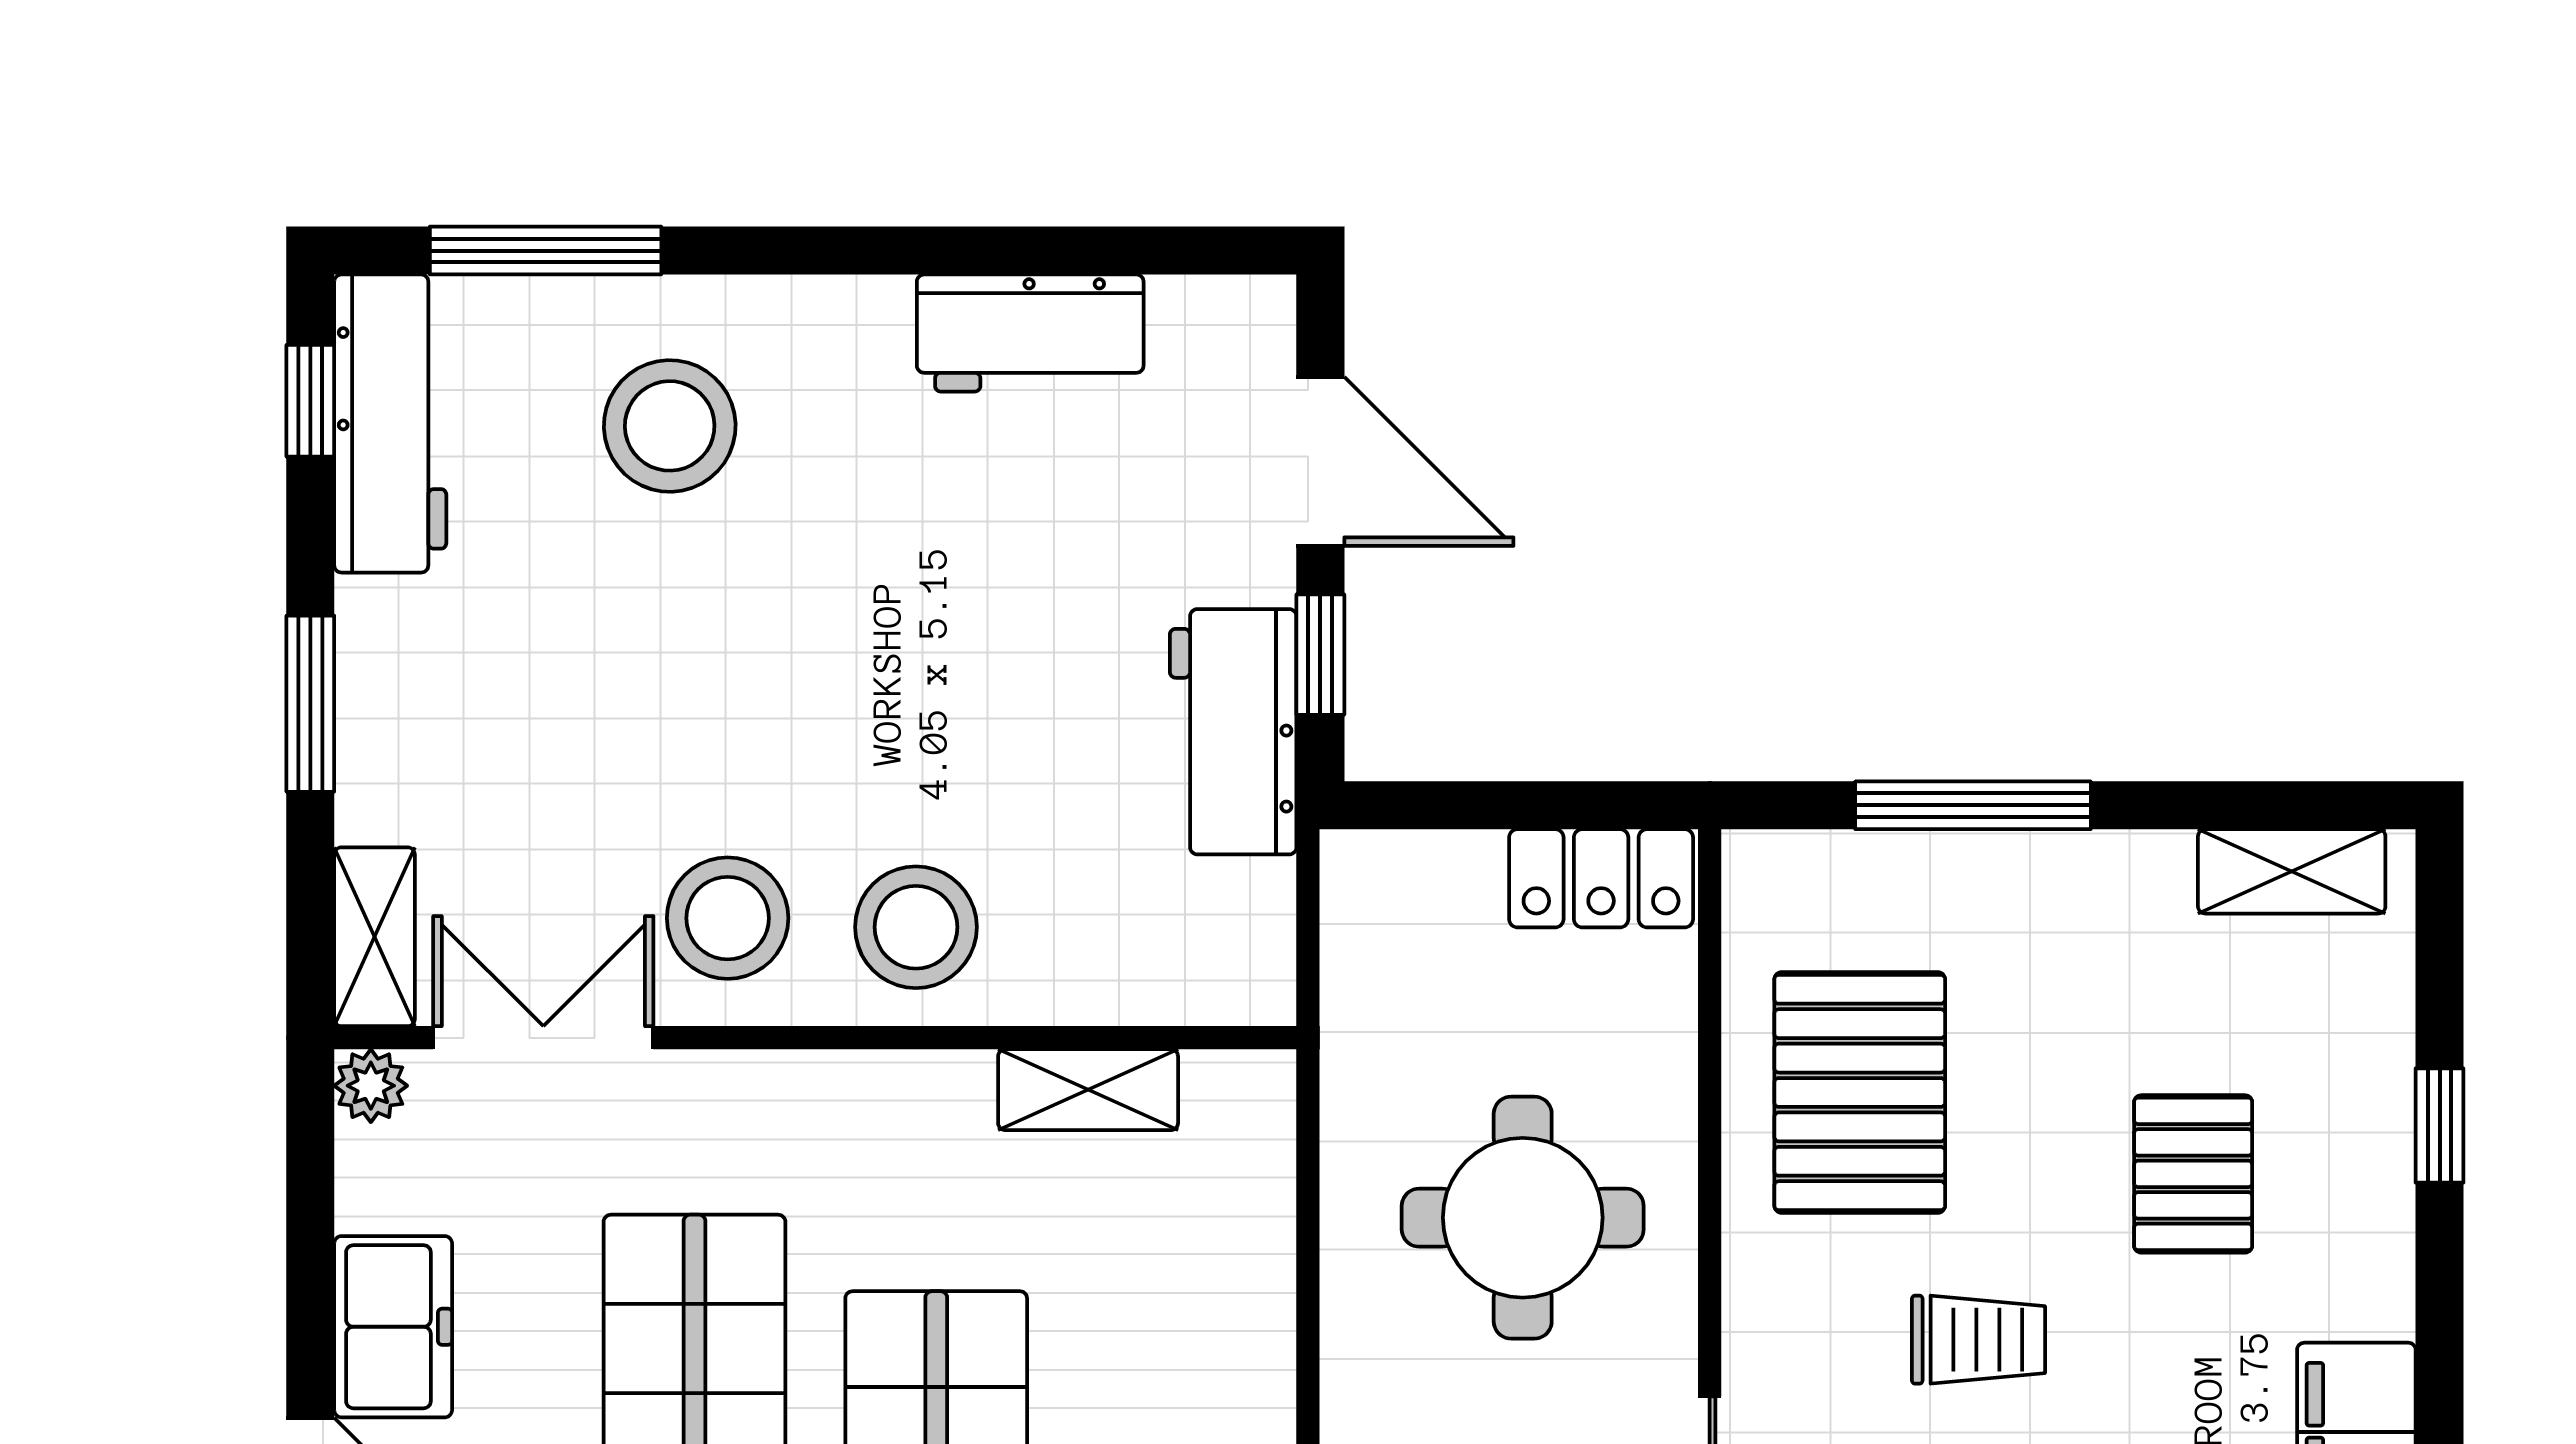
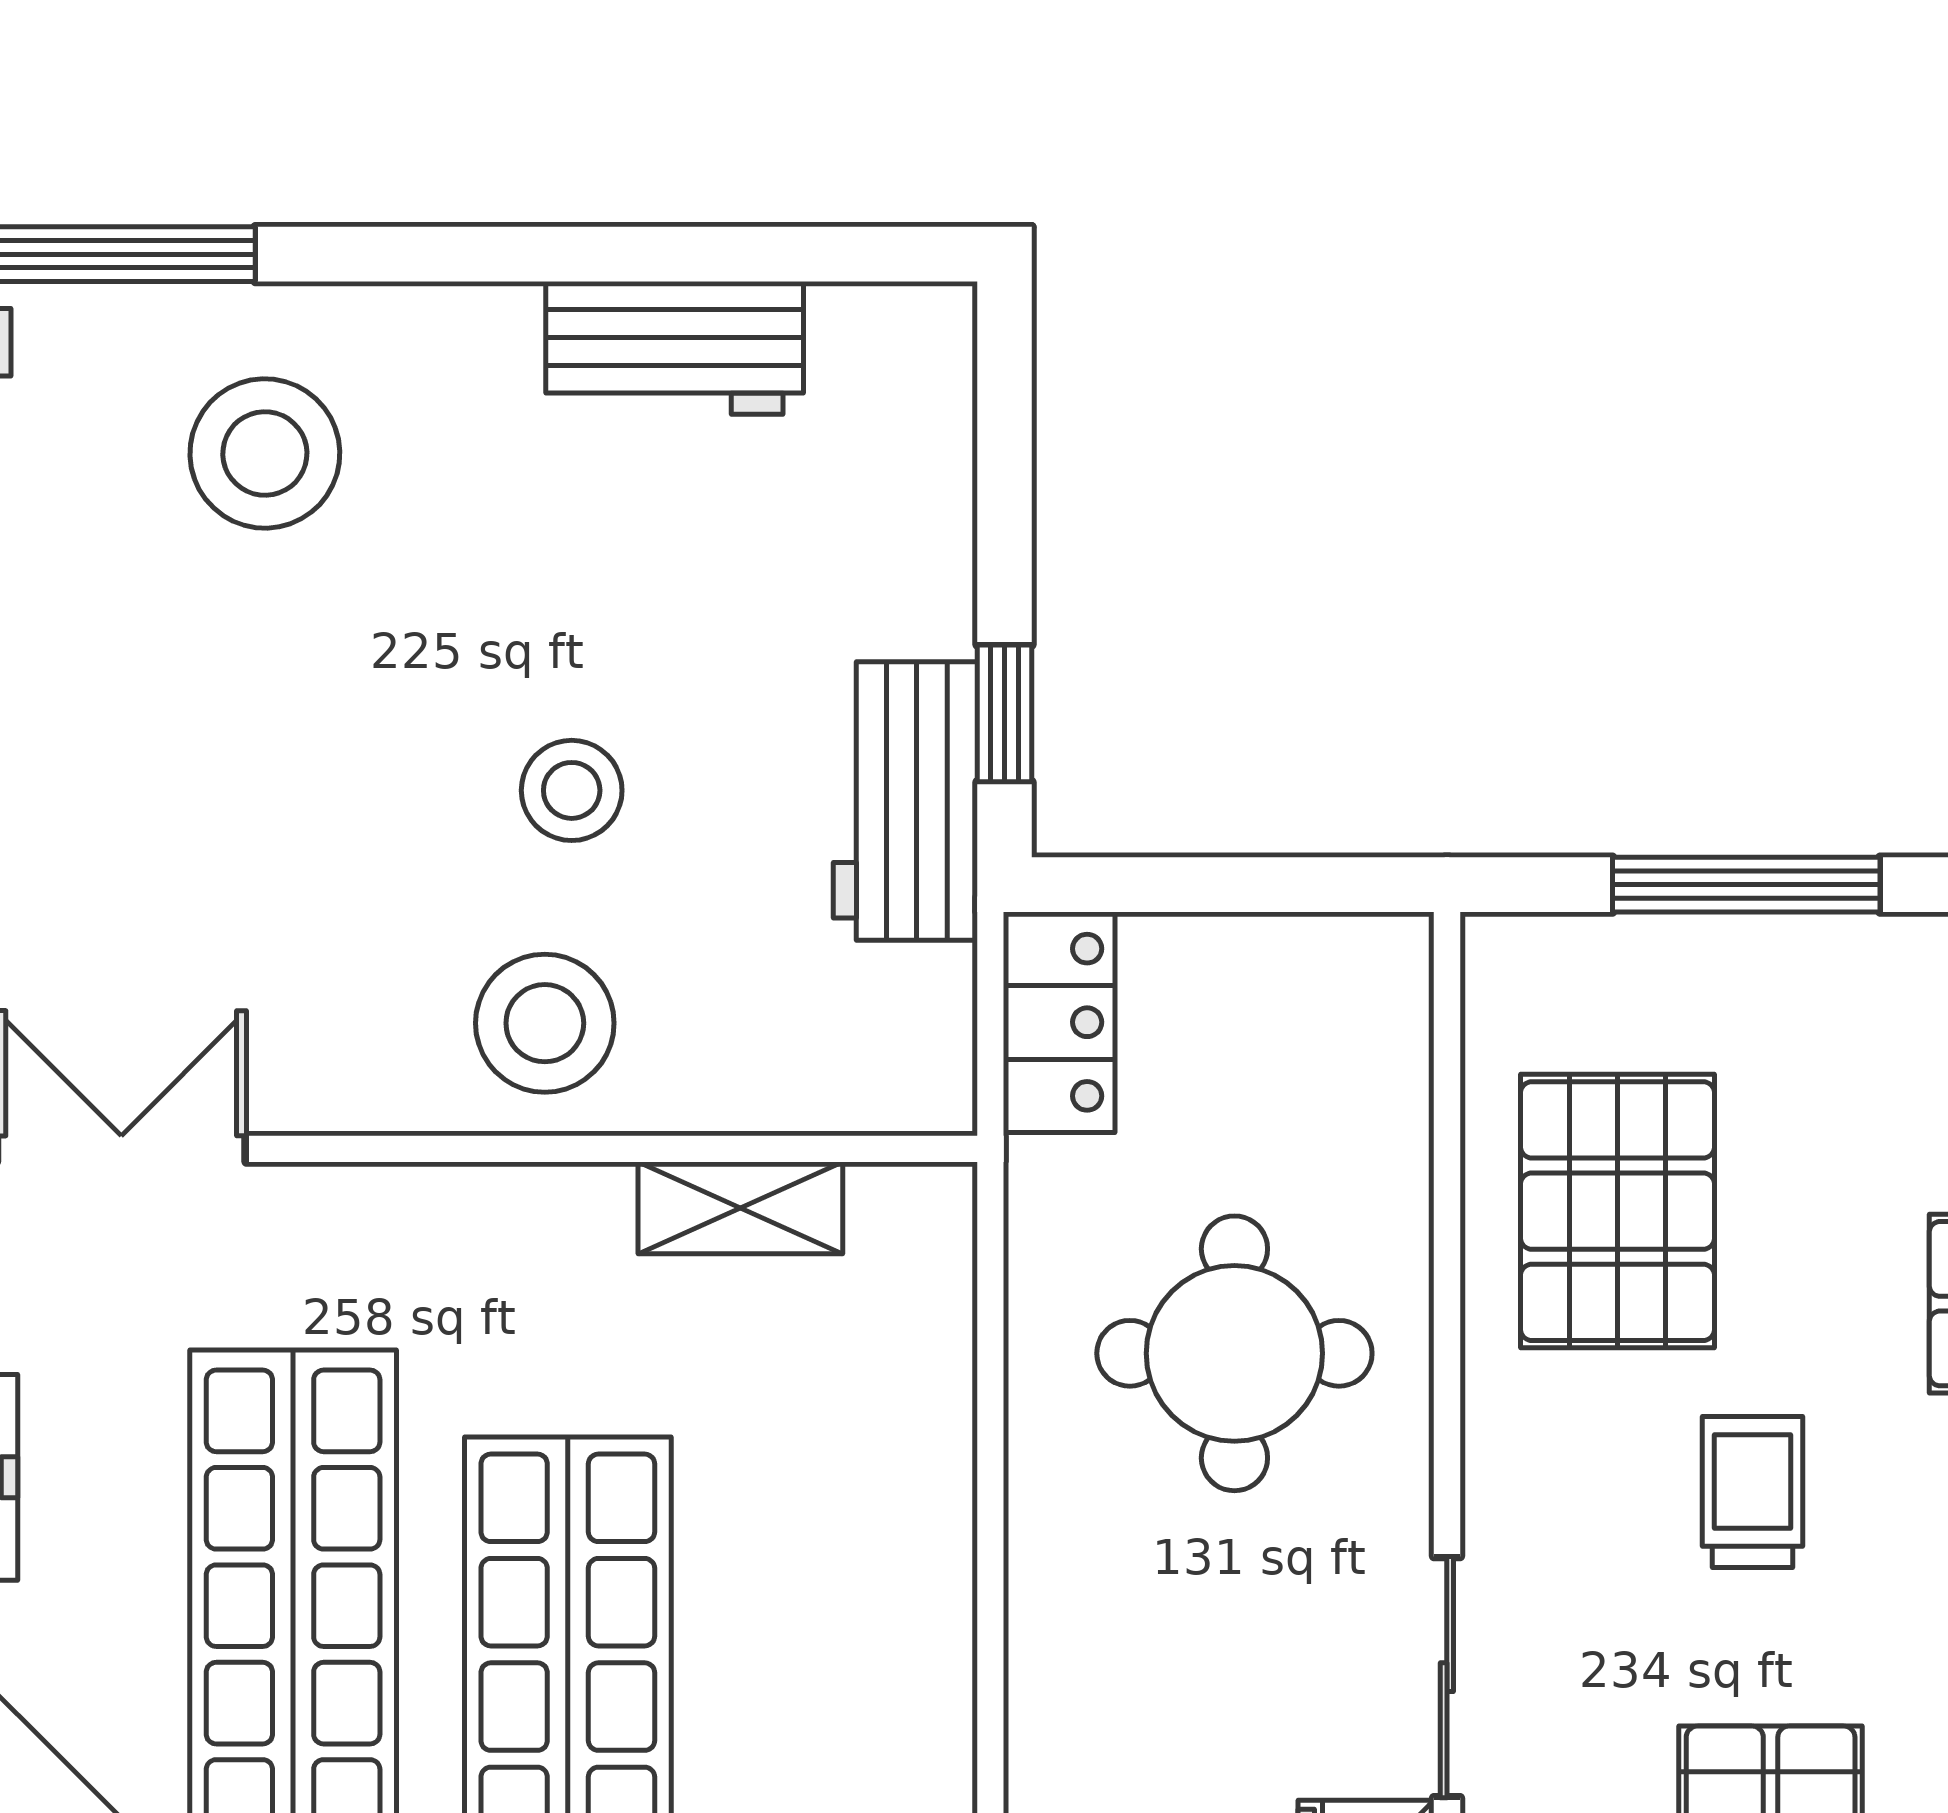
door: (1320, 461) -> (1004, 494), removed
locker: (1601, 878) -> (1059, 1022), moved, turned -90
stool: (728, 918) -> (572, 790), moved, width x0.73, depth x0.73
trolley: (1978, 1340) -> (1752, 1492), turned -90

